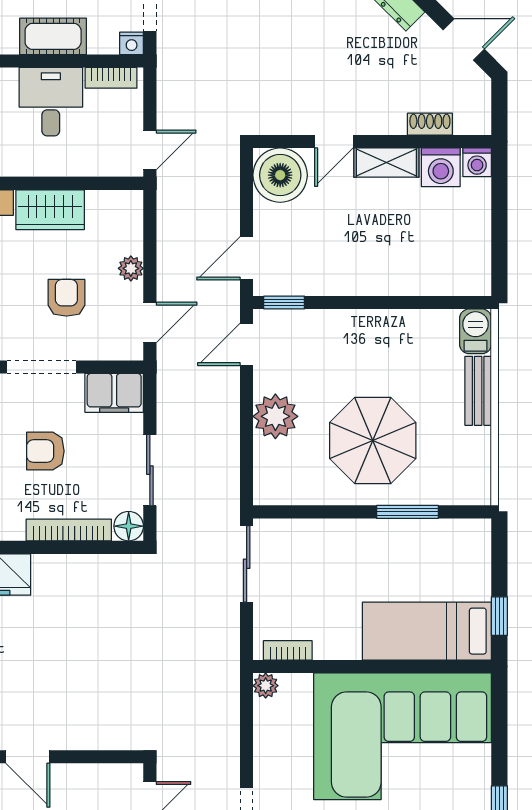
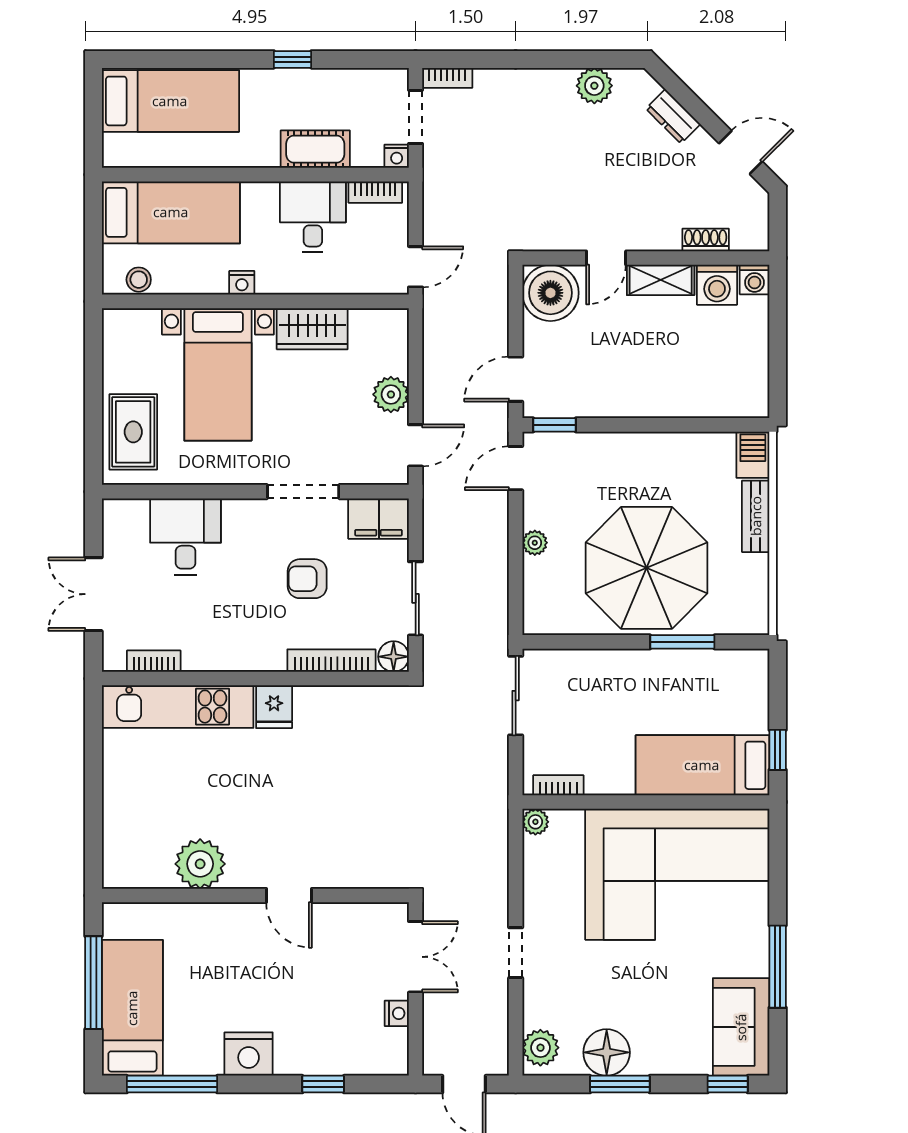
plant: (131, 268) -> (391, 394), width x1.38, depth x1.38
armchair: (66, 298) -> (329, 420), removed
plant: (275, 416) -> (535, 543), width x0.53, depth x0.53
parasol: (373, 441) -> (647, 568), width x1.36, depth x1.36

